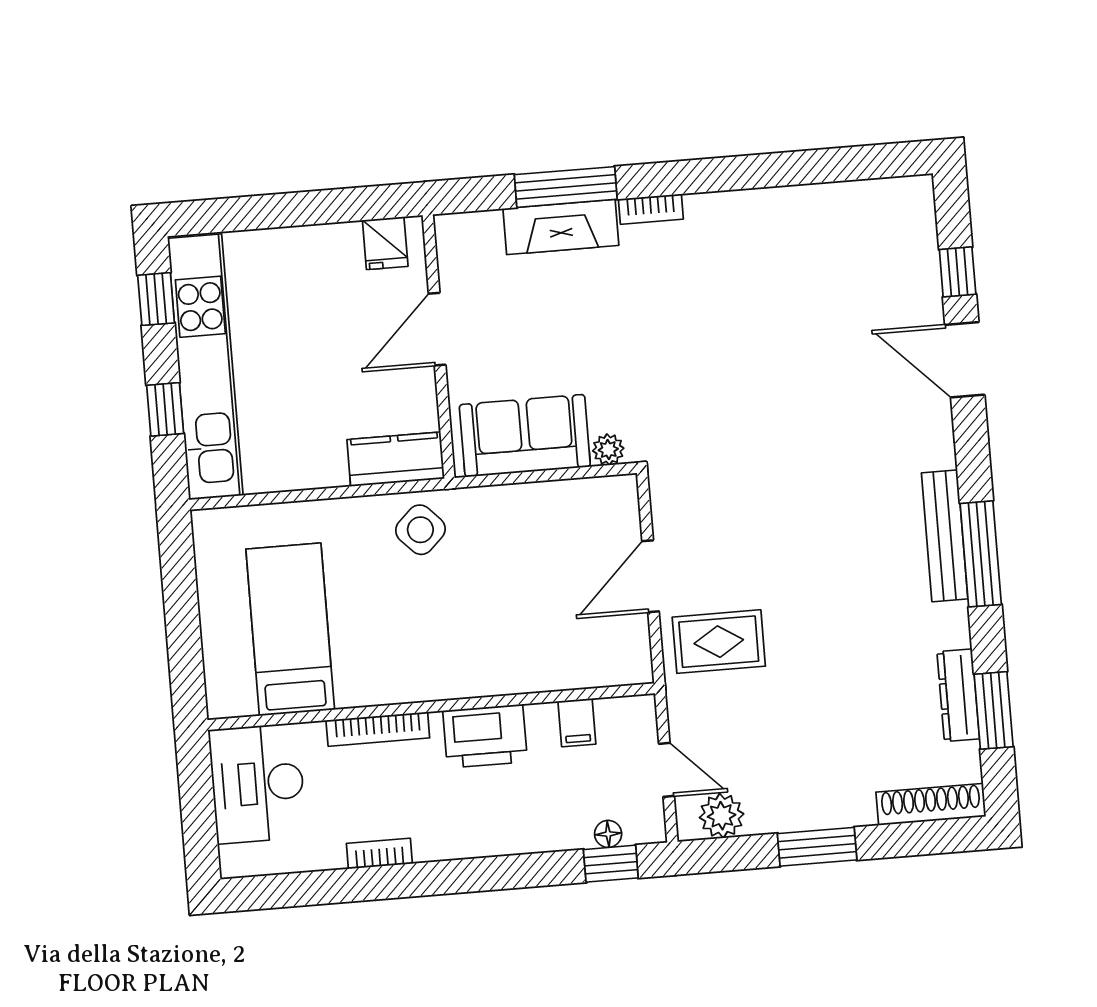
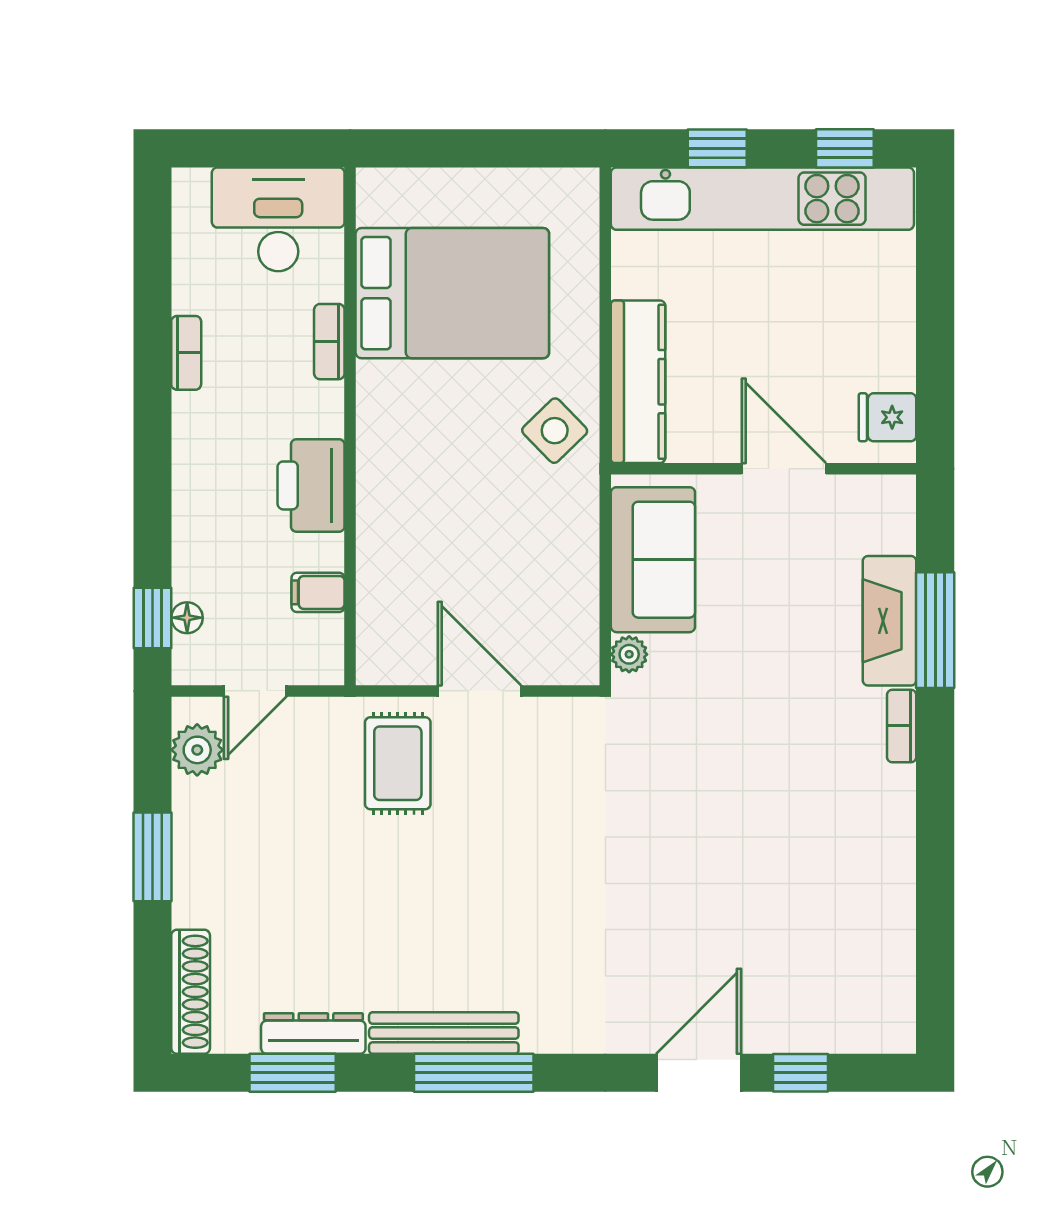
kitchen counter: (396, 459) -> (638, 382), width x1.50
bench: (945, 536) -> (444, 1033), moved
bed: (290, 629) -> (452, 293), width x1.50
bookcase: (378, 729) -> (329, 342), width x0.64

